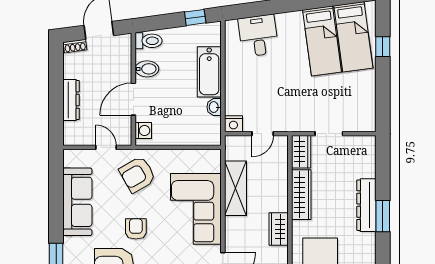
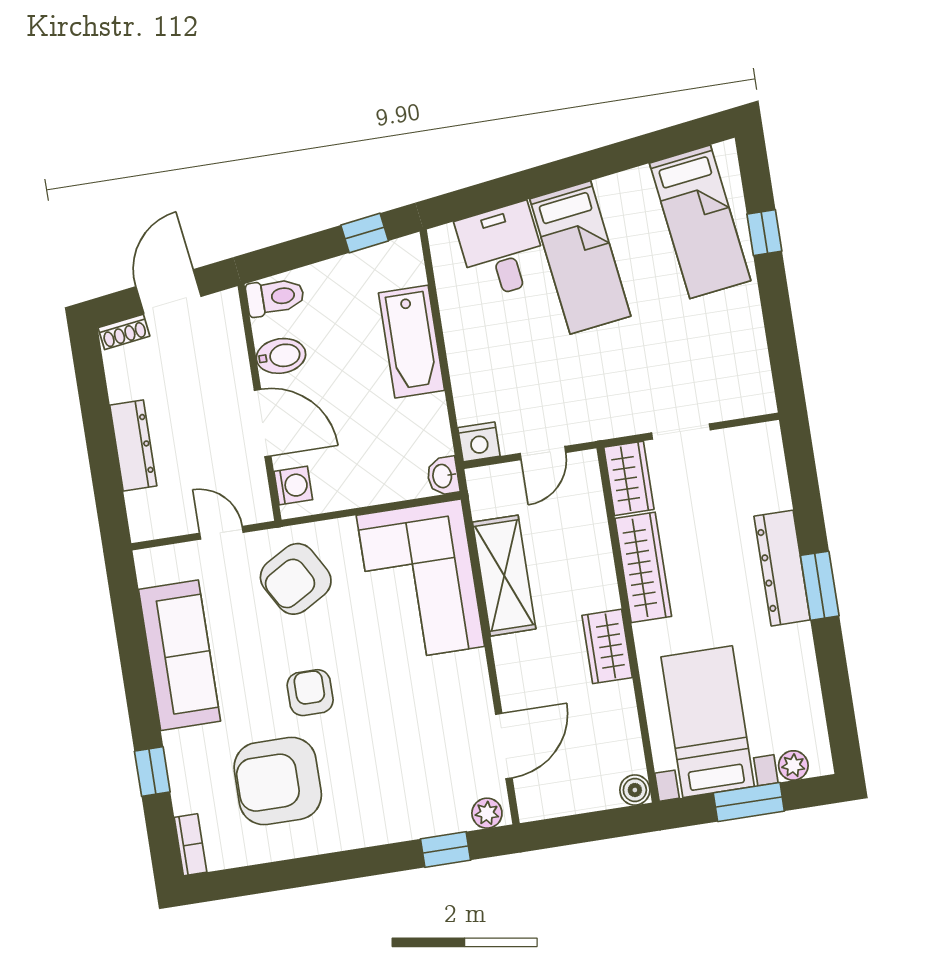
bed: (322, 41) -> (580, 257), moved
door: (133, 99) -> (263, 423), swing flipped
washbasin: (214, 107) -> (443, 476), moved
corner sofa: (196, 209) -> (420, 581), moved

